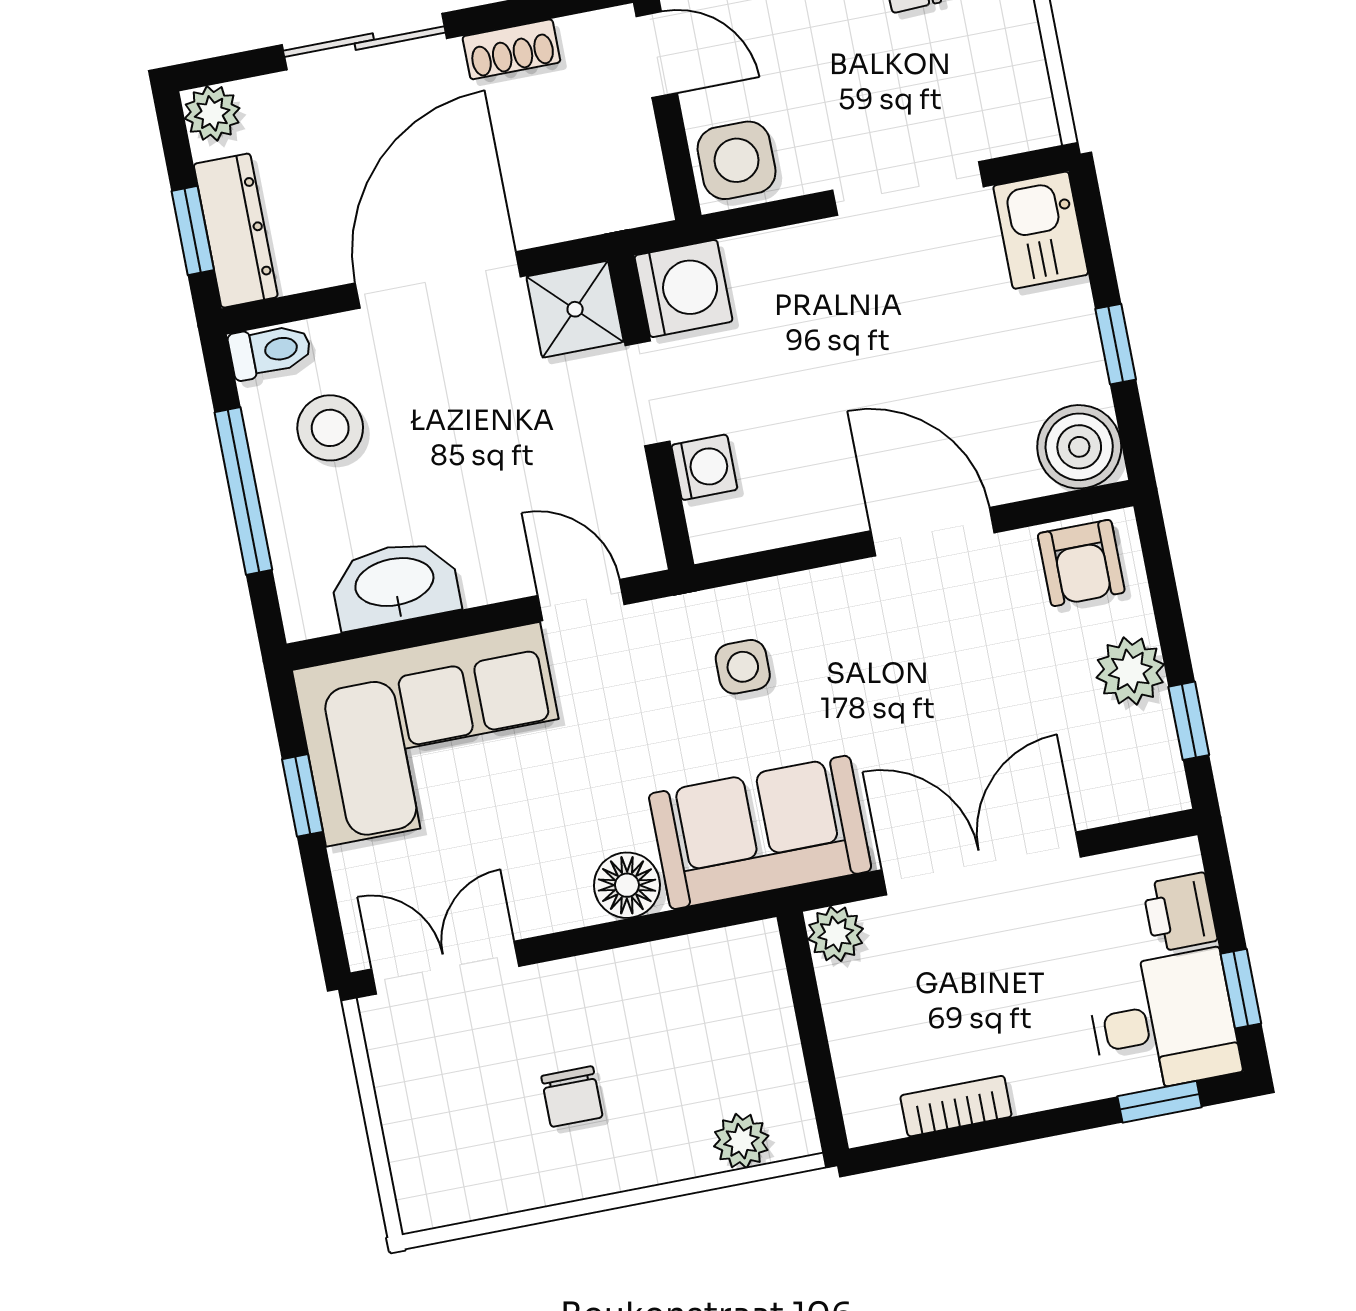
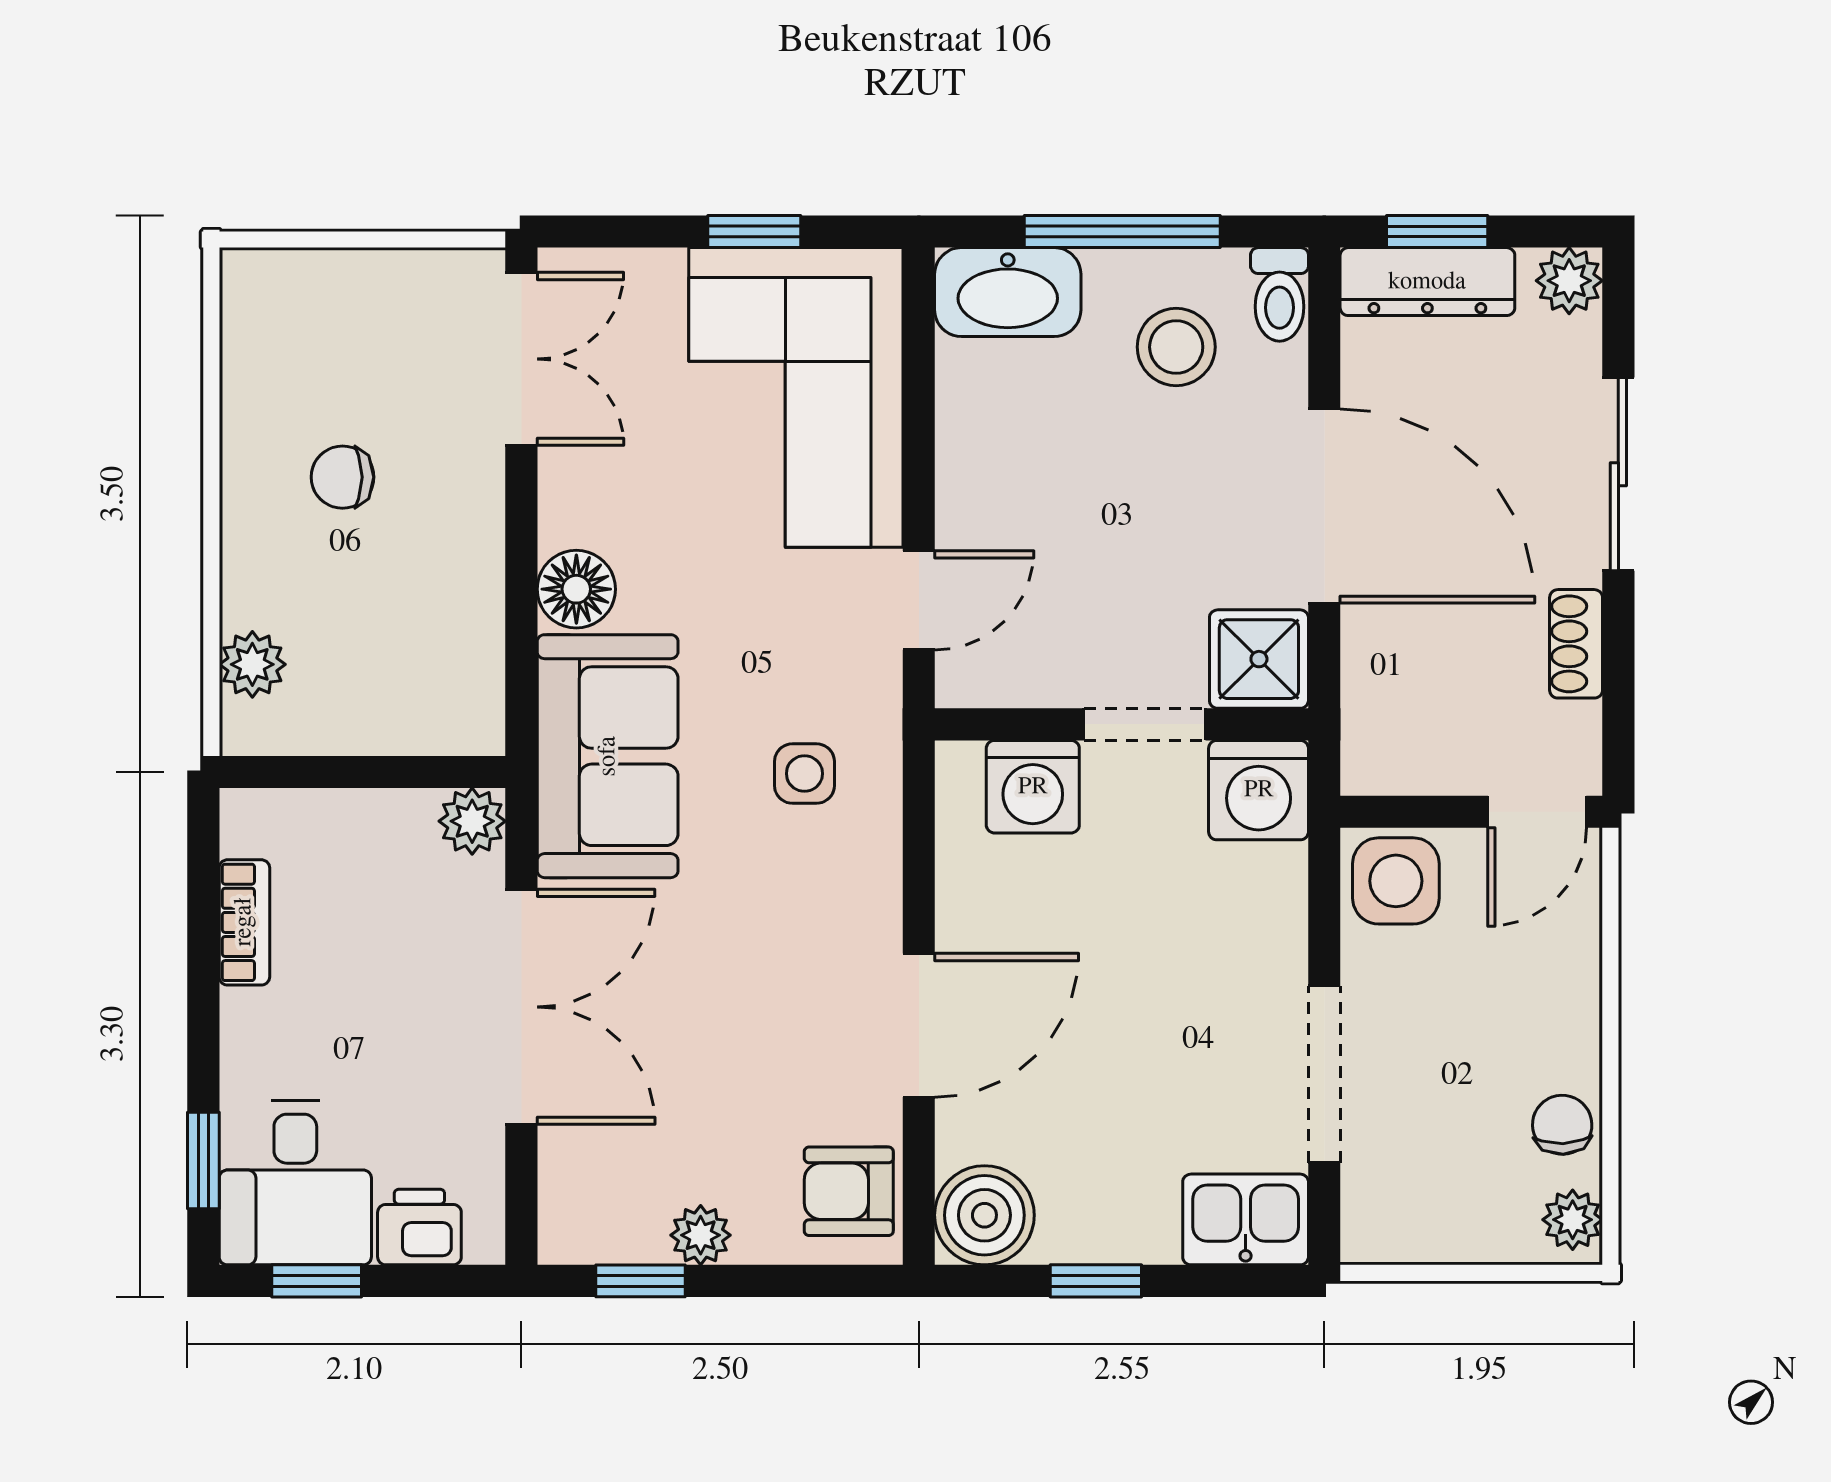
washing machine: (704, 467) -> (1033, 787), width x1.38, depth x1.38
washbasin: (395, 584) -> (1008, 292), moved, turned 90
plant: (1130, 671) -> (701, 1235), width x0.73, depth x0.73

